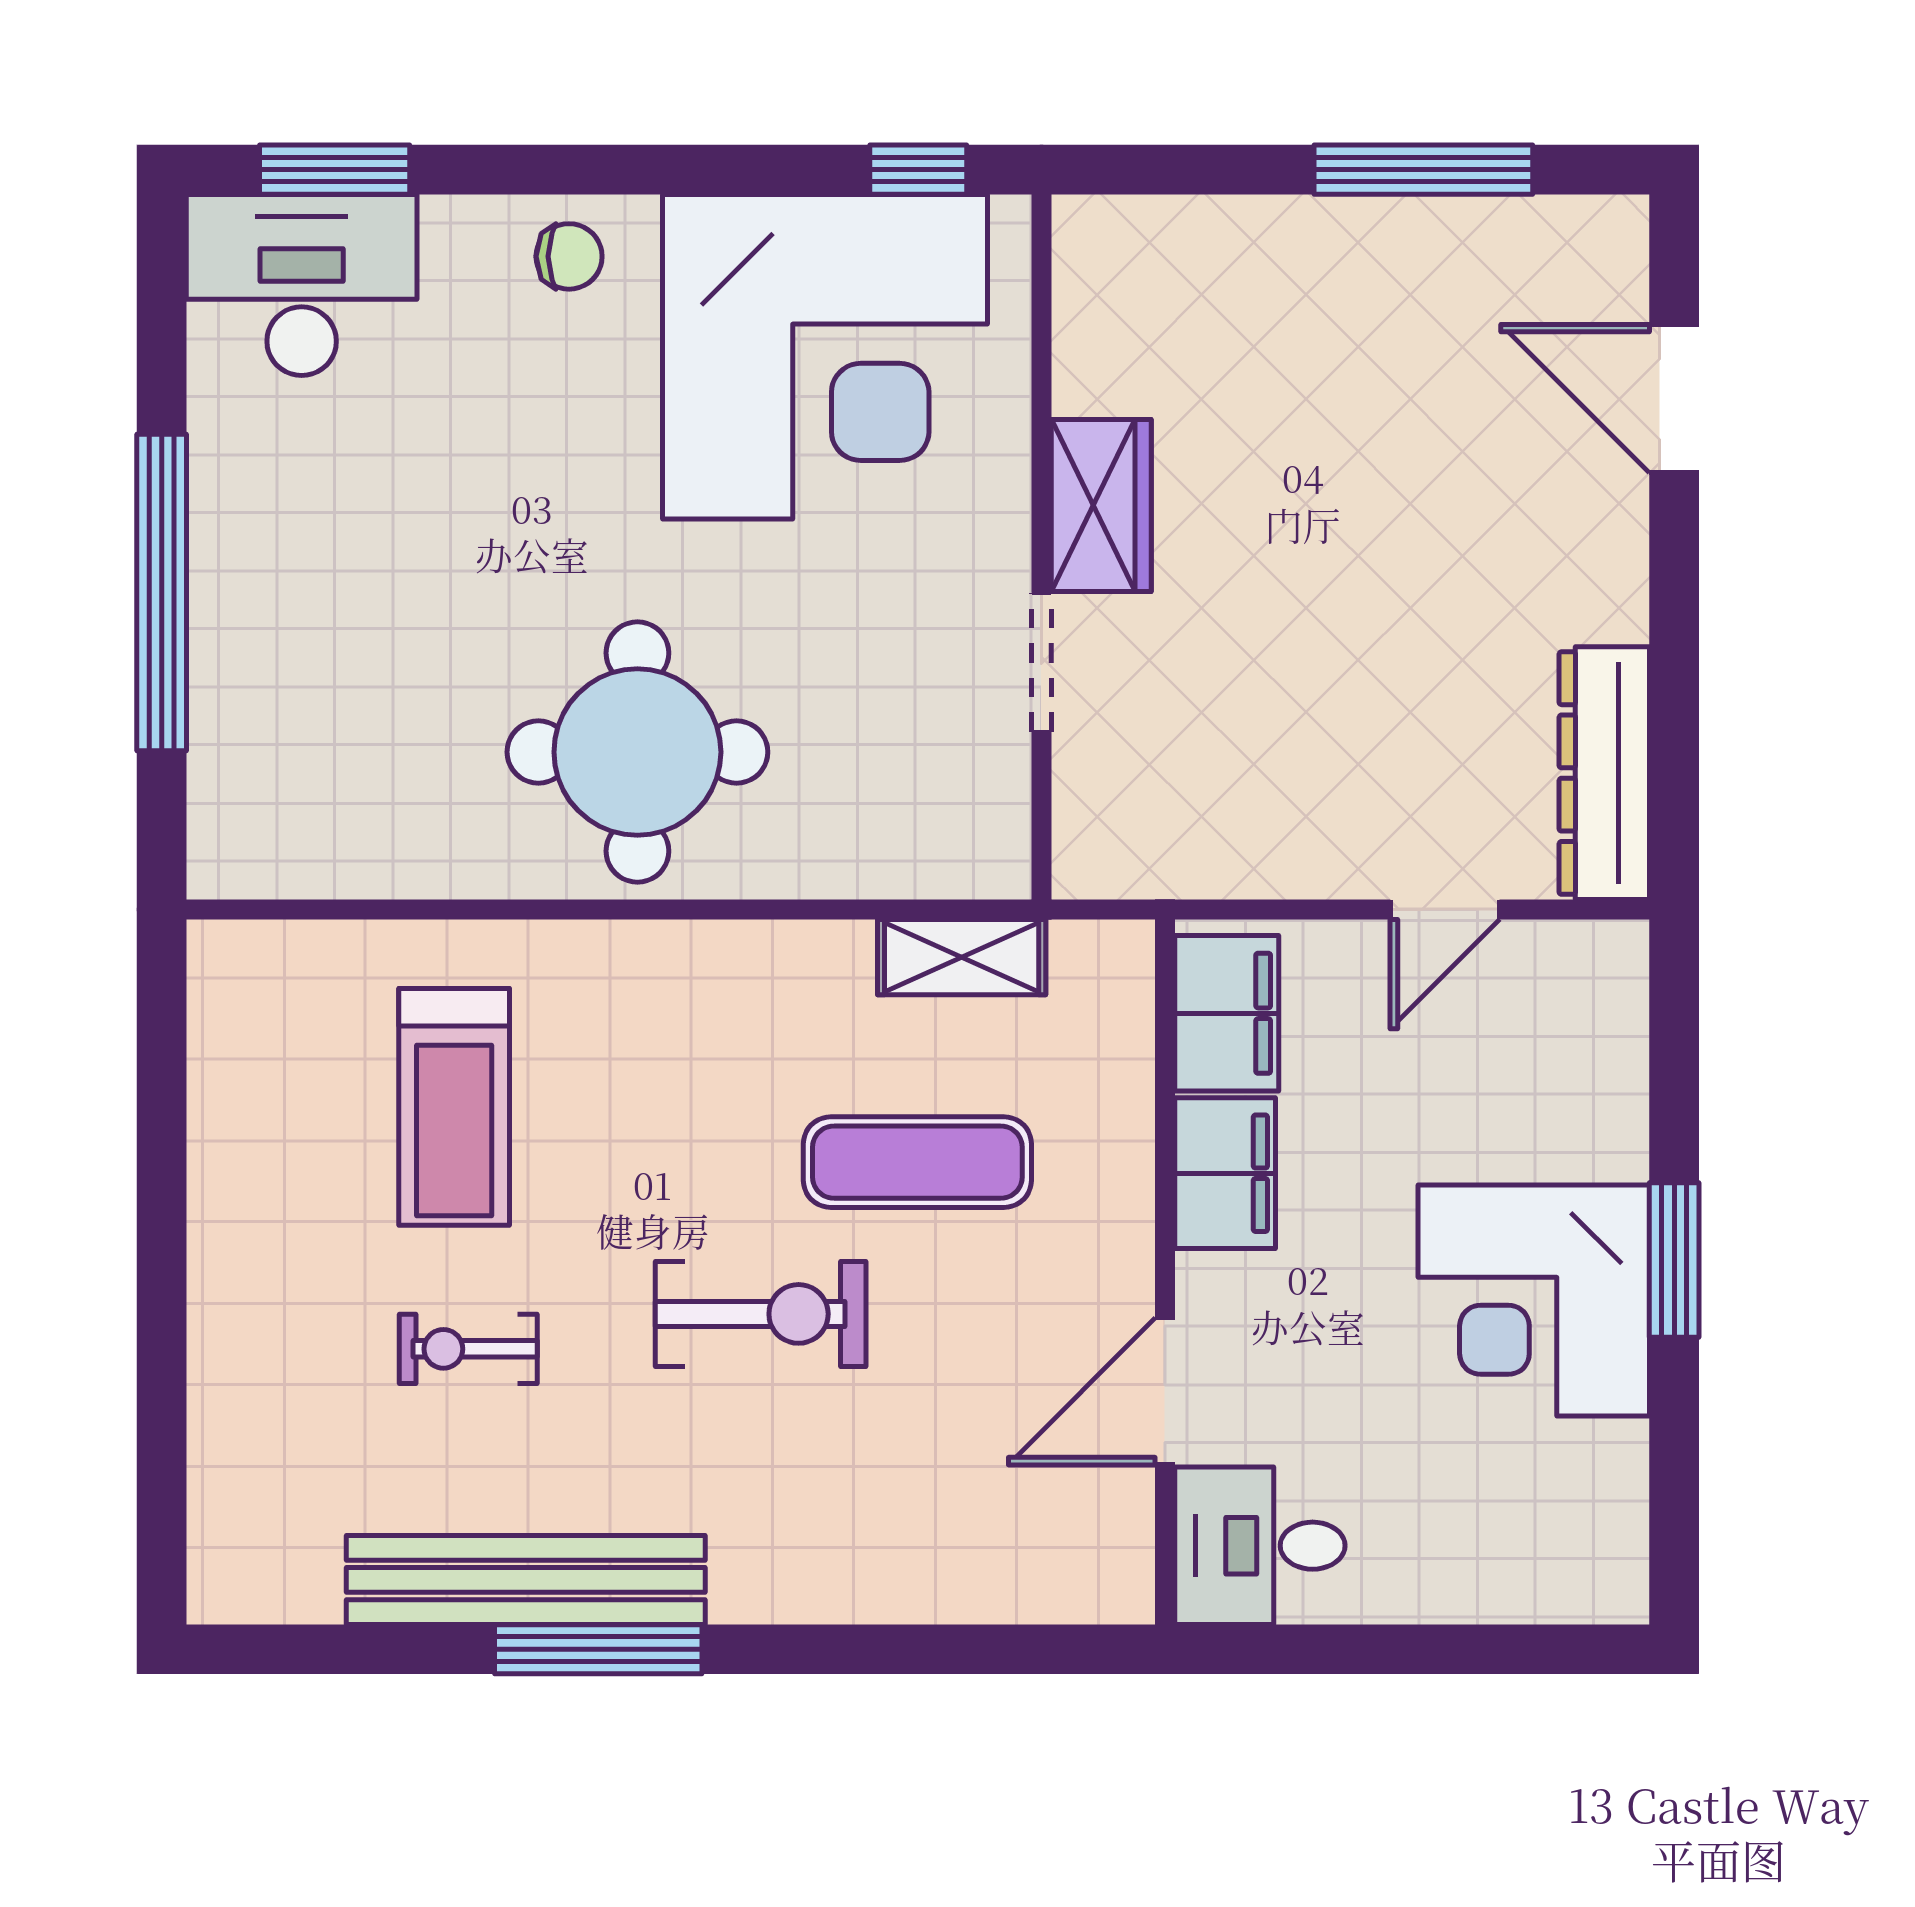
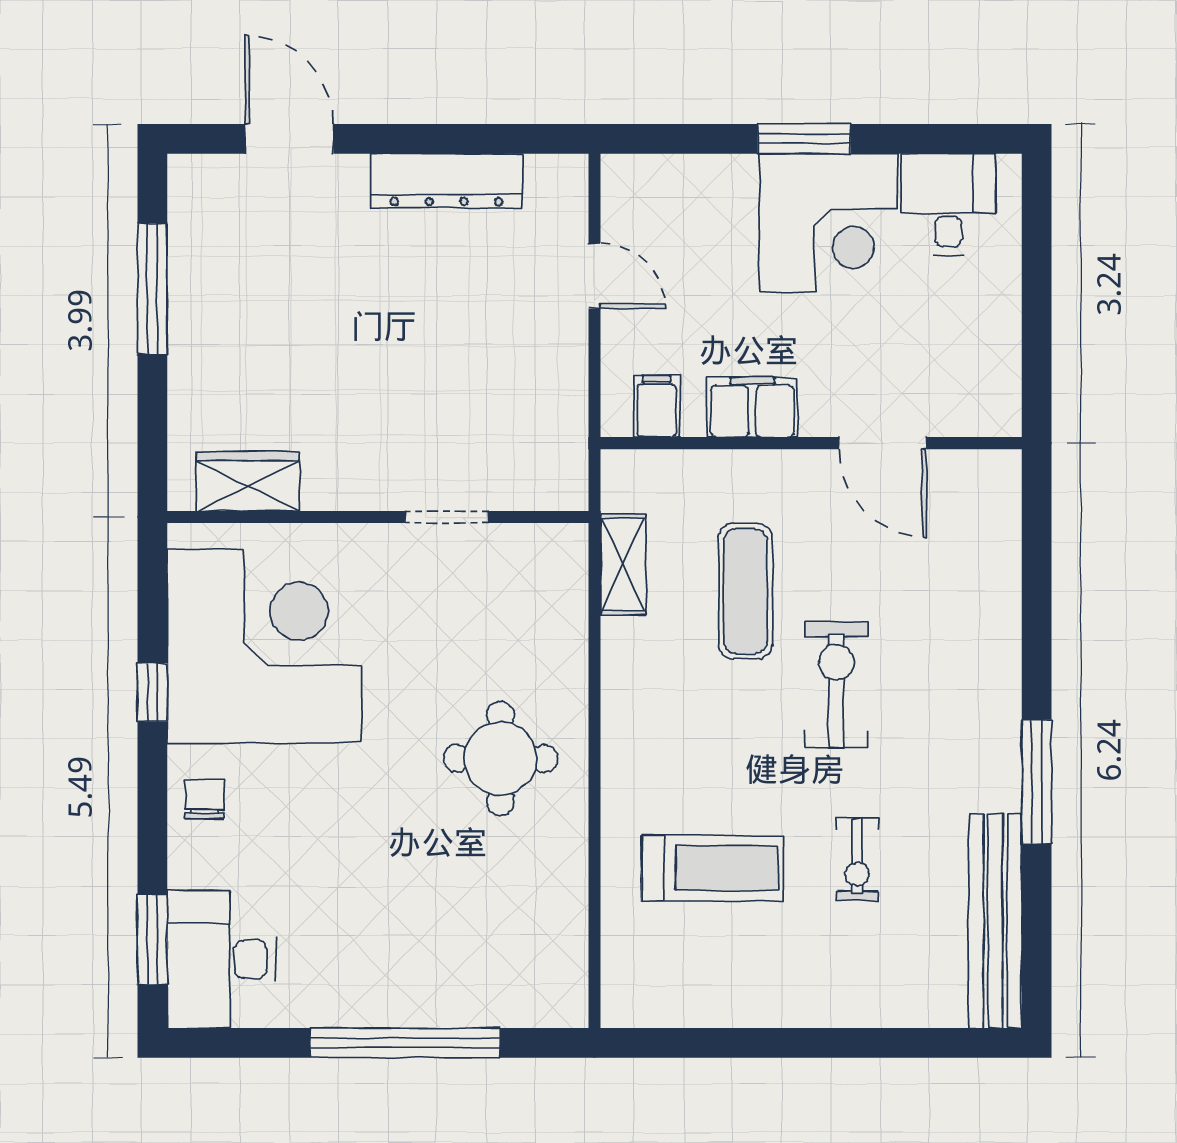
window: (918, 170) -> (152, 692), moved
door: (1674, 399) -> (289, 139), swing flipped
wardrobe: (1101, 505) -> (248, 481), moved
round table: (637, 752) -> (500, 758), width x0.73, depth x0.73
dresser: (1604, 773) -> (446, 181), moved
filing cabinet: (1227, 1013) -> (657, 406), width x0.50
desk: (1260, 1546) -> (948, 204), moved, turned 180
bench: (526, 1580) -> (995, 921), moved

